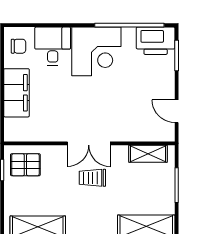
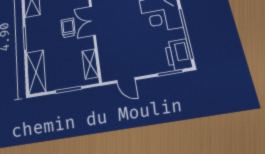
door: (177, 111) -> (126, 80), swing flipped

